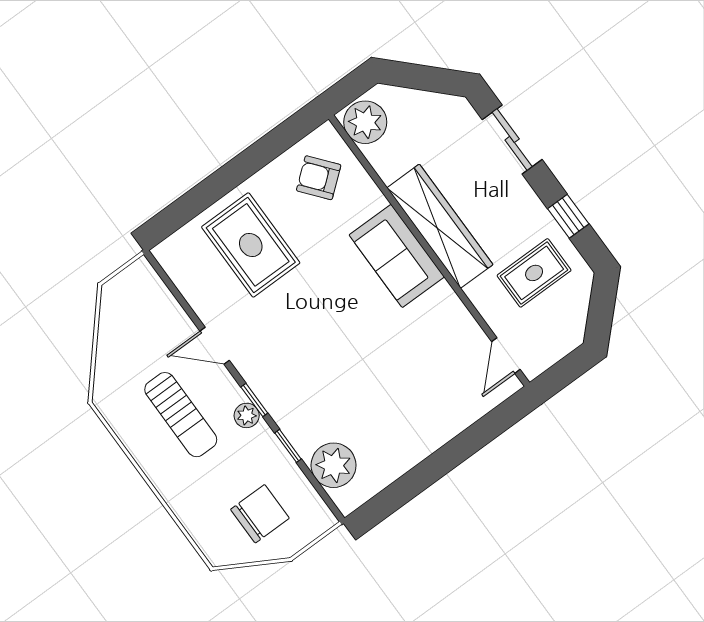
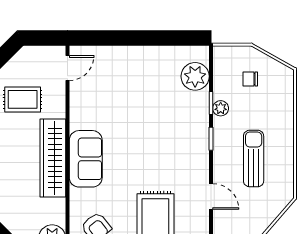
door: (215, 346) -> (211, 196), moved
plant: (247, 415) -> (221, 108), moved
chair: (260, 514) -> (250, 79), width x0.54, depth x0.54

